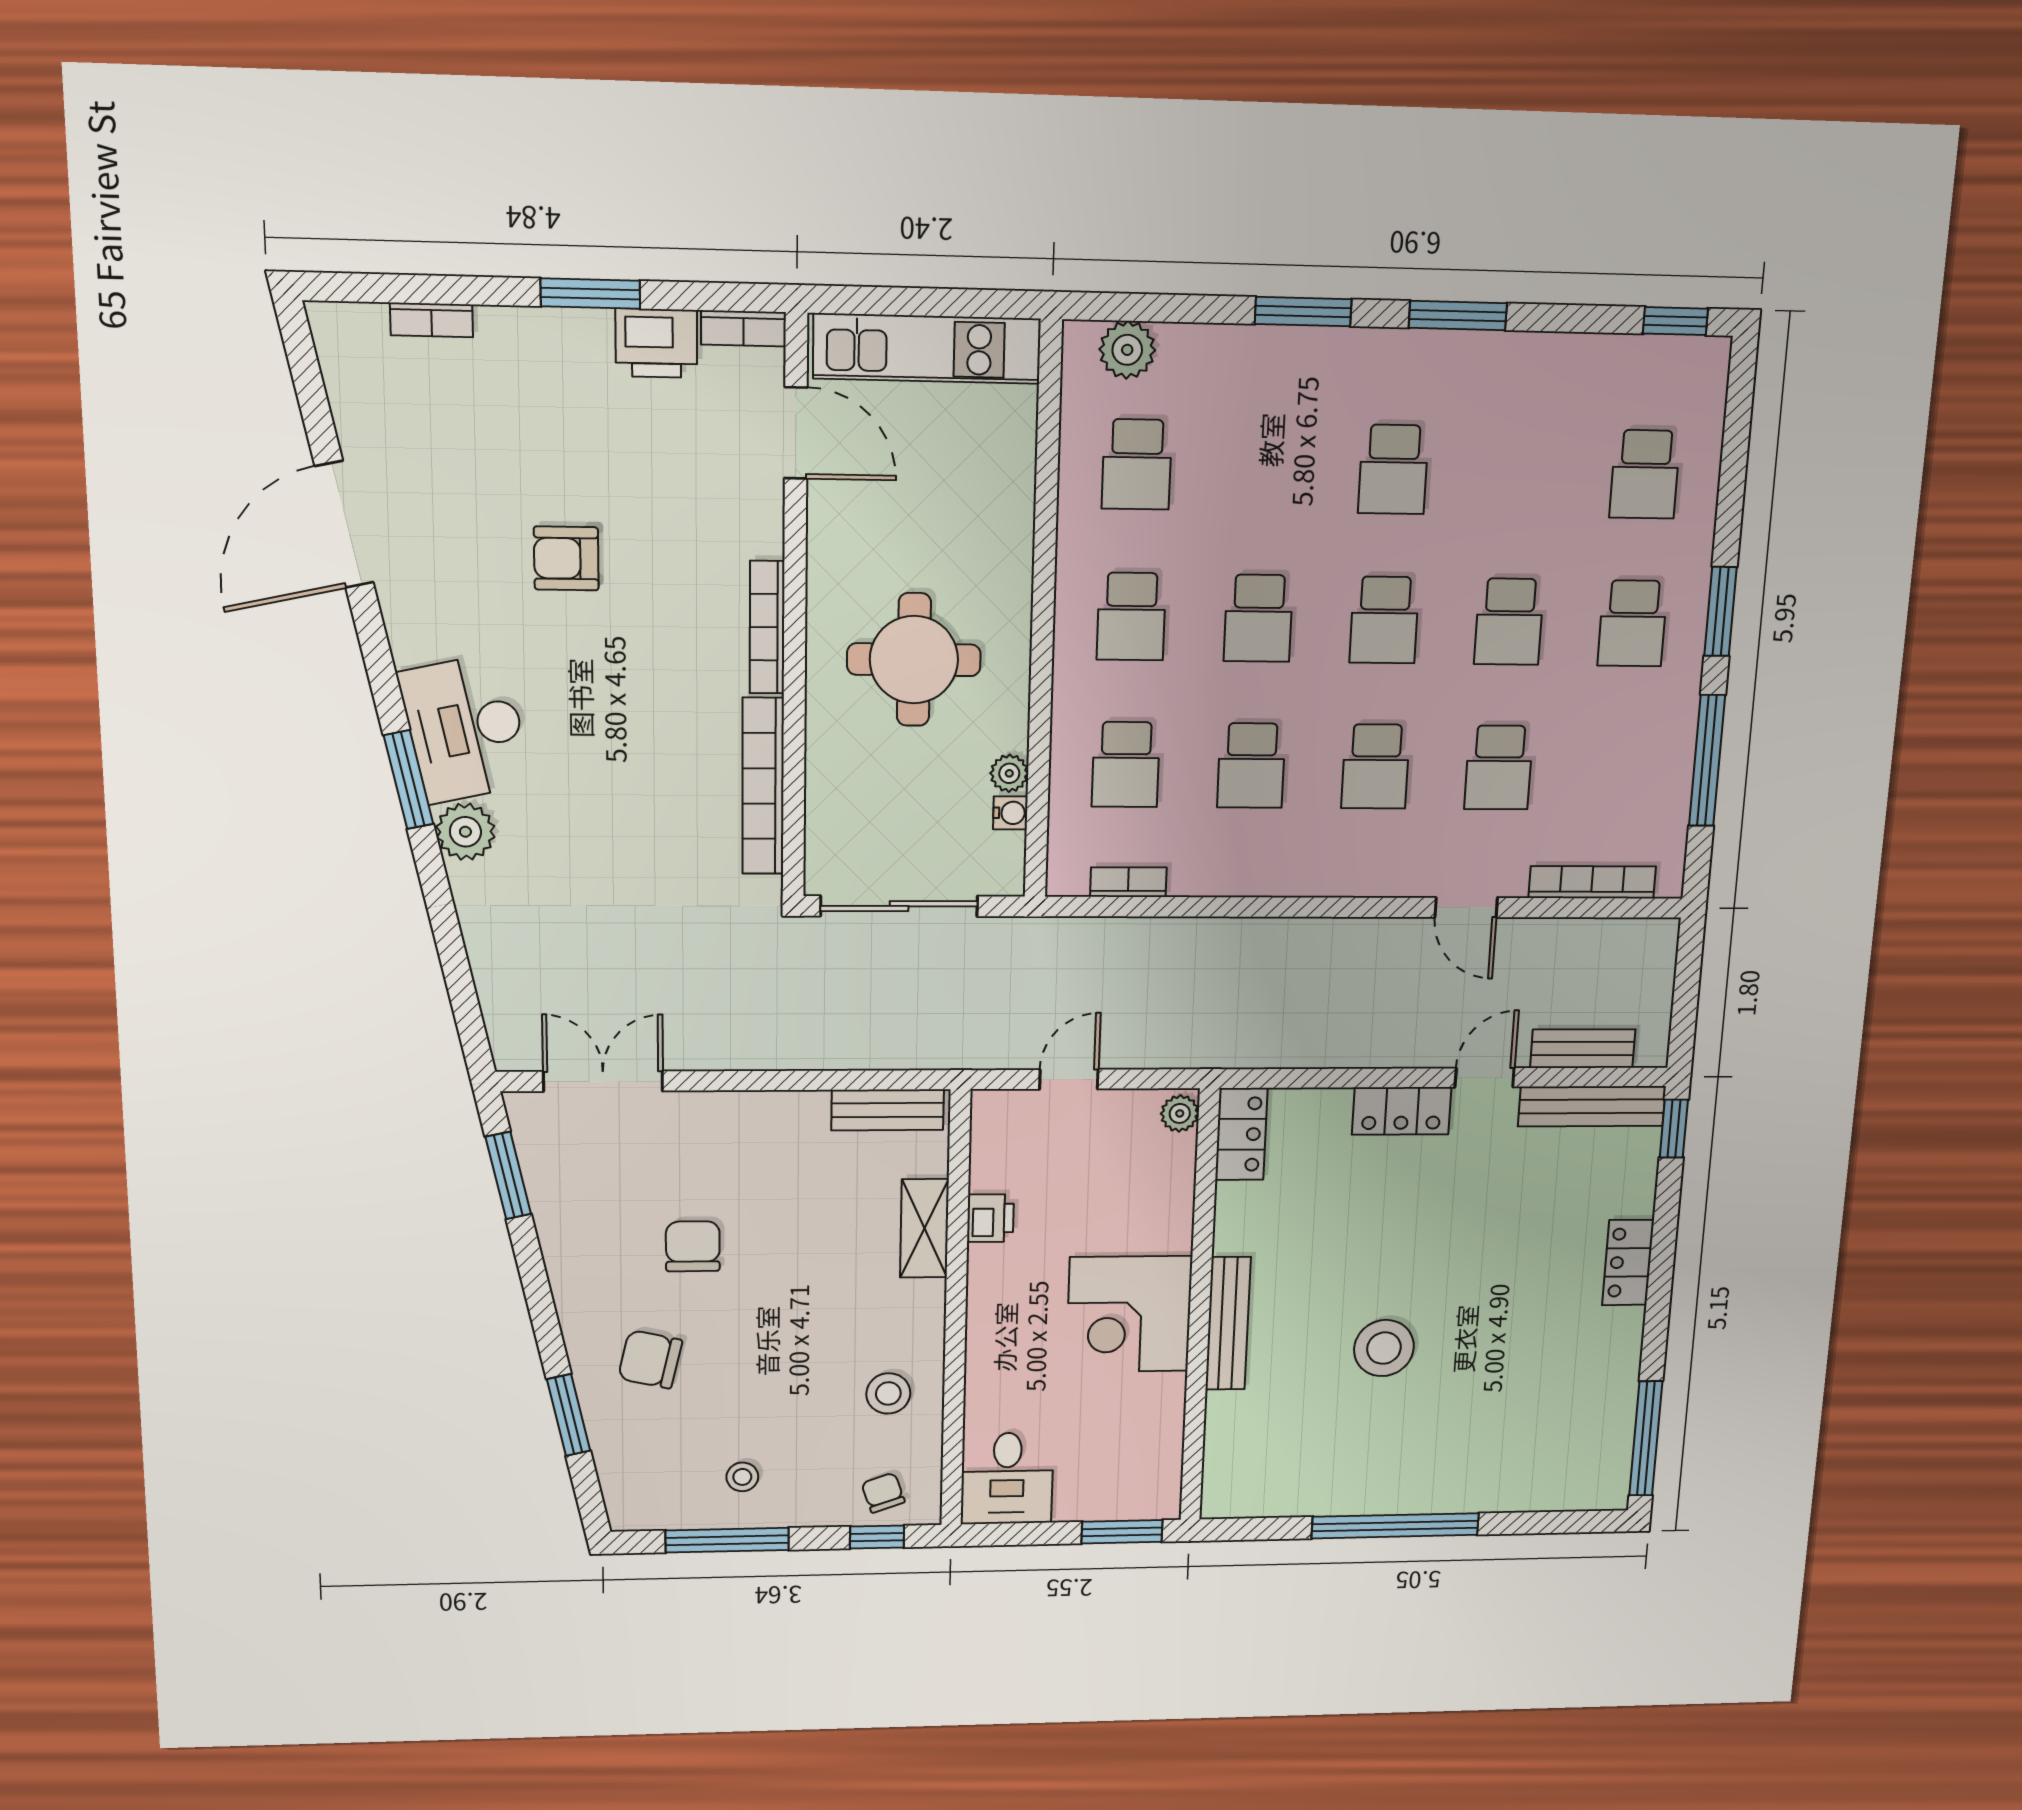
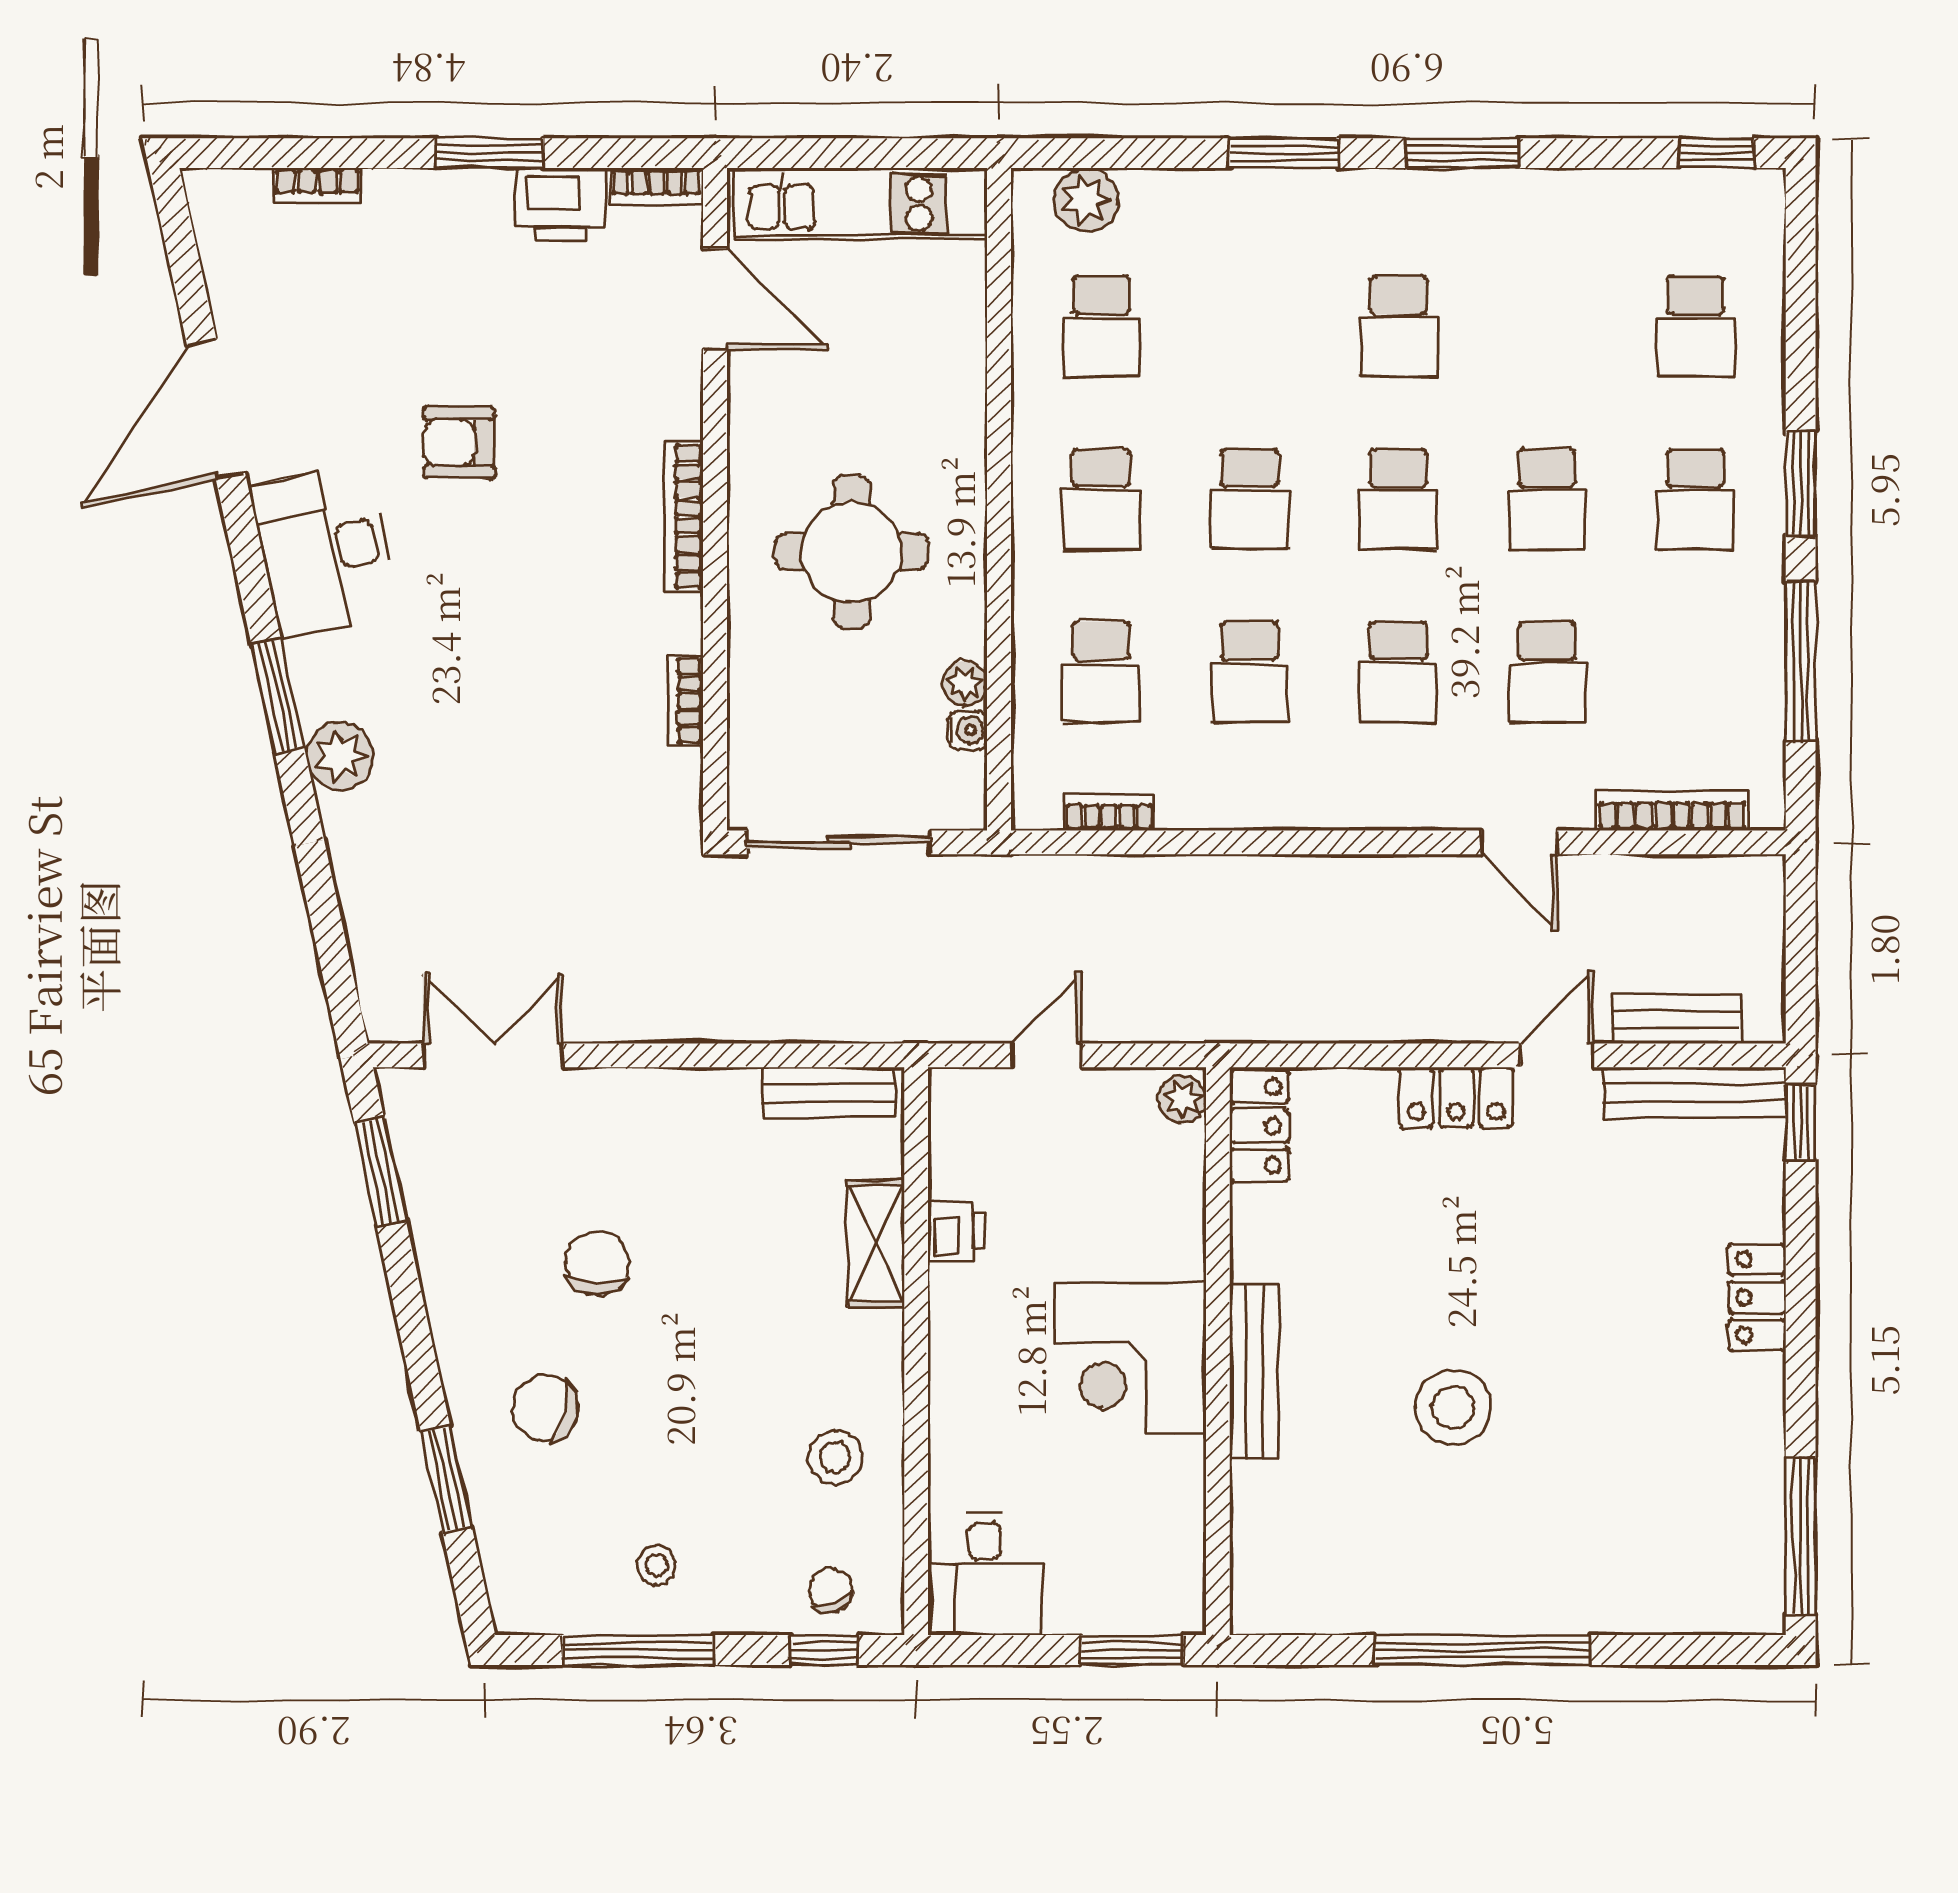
desk: (465, 728) -> (324, 550), moved
bookcase: (763, 786) -> (685, 701), width x0.43, depth x0.76

